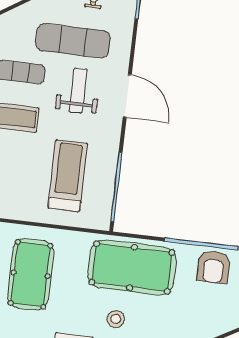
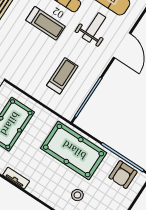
treadmill: (68, 176) -> (62, 76), width x0.73, depth x0.73
stool: (116, 319) -> (77, 195), moved

